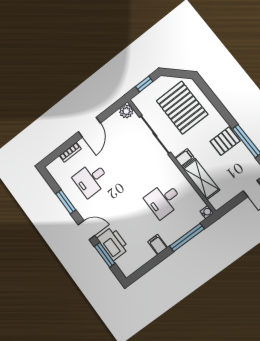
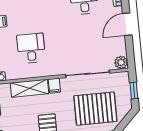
door: (89, 127) -> (127, 24), hinge flipped

